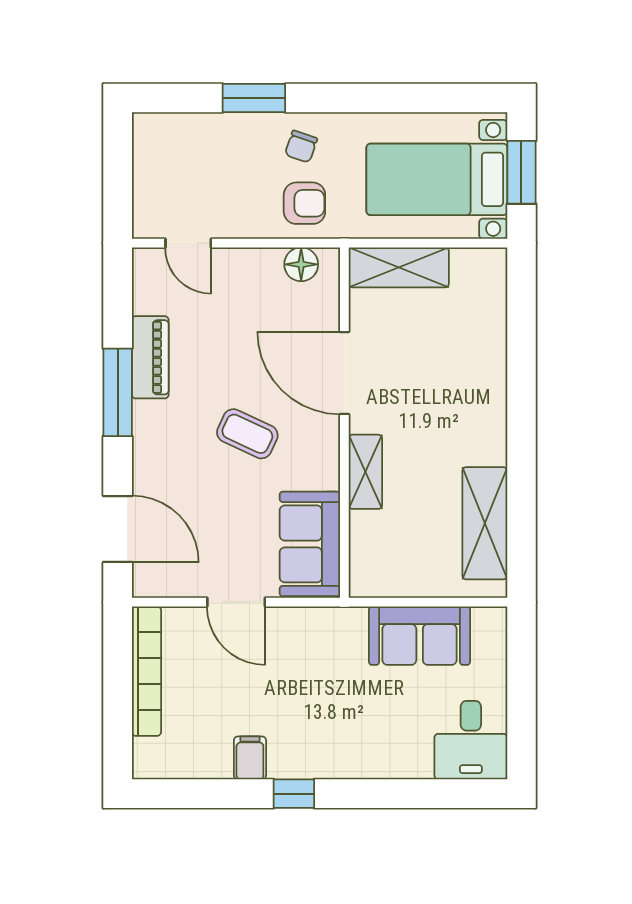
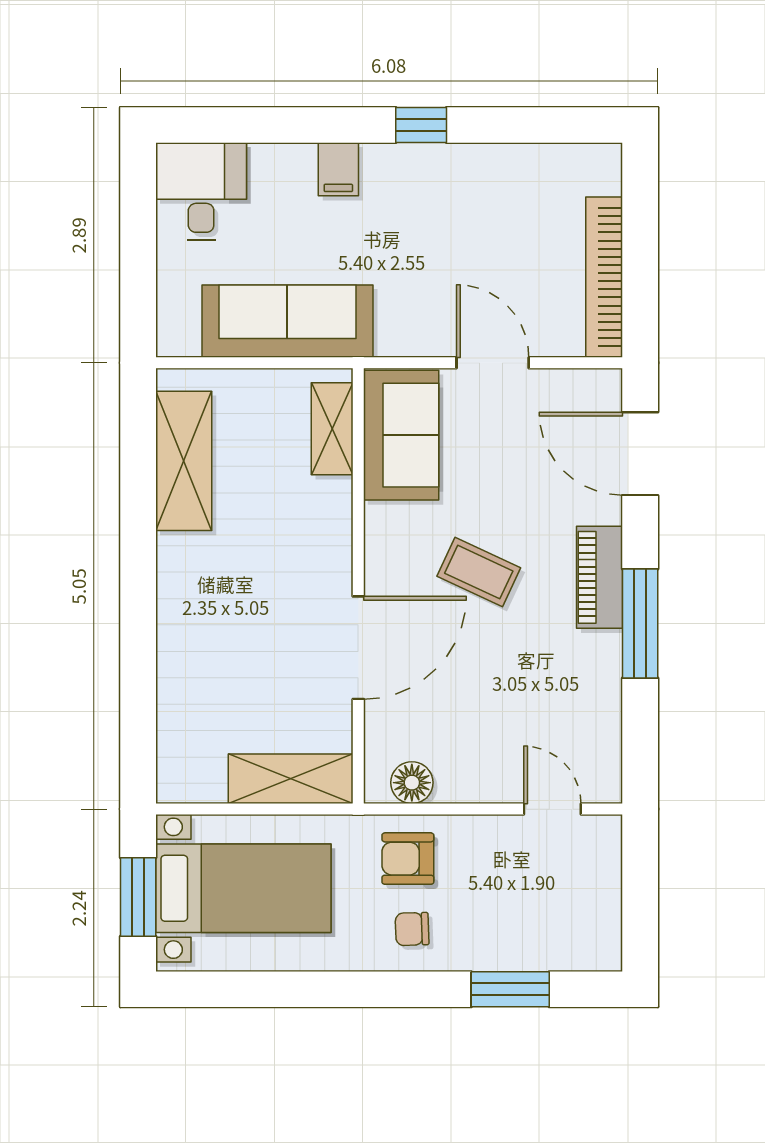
window: (254, 98) -> (510, 989), moved
chair: (301, 147) -> (412, 929), turned -111
piano: (150, 357) -> (600, 577), moved
door: (344, 373) -> (358, 648), hinge flipped
shelving: (365, 472) -> (332, 429), moved
sofa: (420, 636) -> (287, 321), width x1.36
filing cabinet: (250, 758) -> (338, 169), moved

